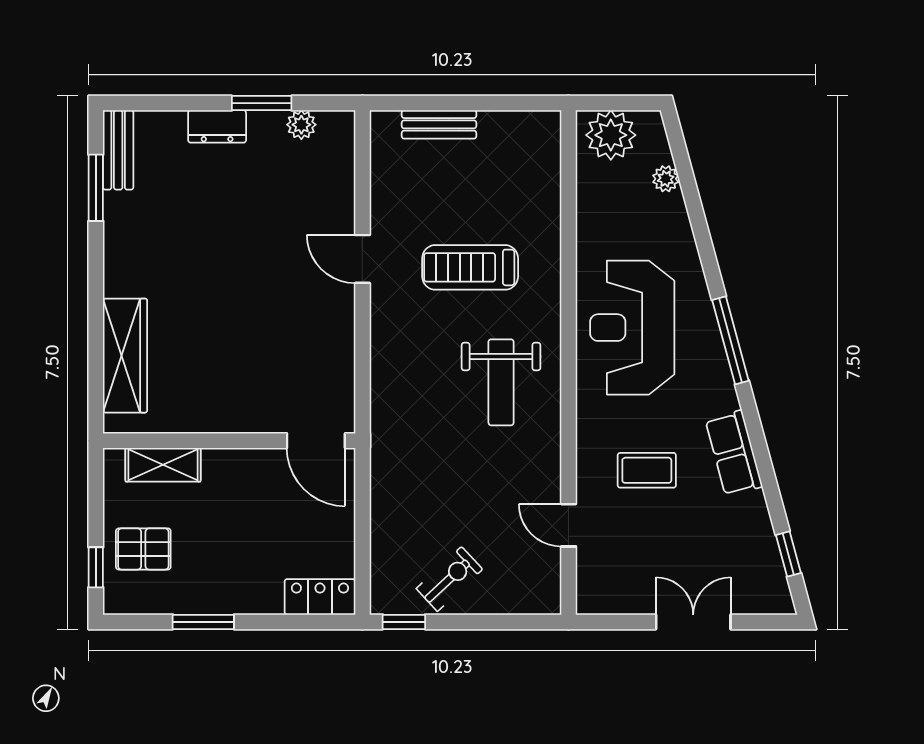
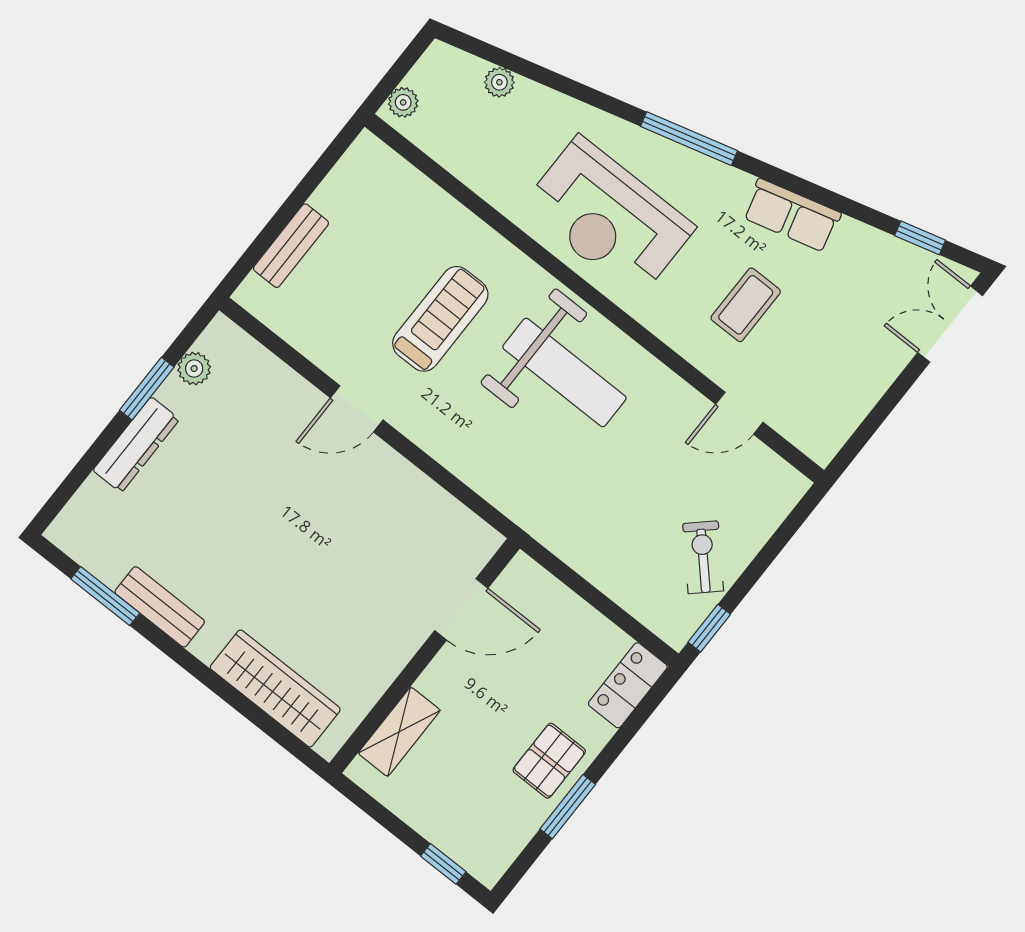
dresser: (217, 126) -> (136, 445), width x1.44
plant: (611, 135) -> (403, 102), width x0.53, depth x0.53
bench: (118, 150) -> (160, 607), moved
treadmill: (470, 267) -> (440, 319), turned 180
weight bench: (501, 382) -> (564, 373), width x1.36, depth x1.33
door: (316, 441) -> (461, 609), moved
pallet: (143, 549) -> (549, 761), moved
double door: (693, 622) -> (950, 324), moved

